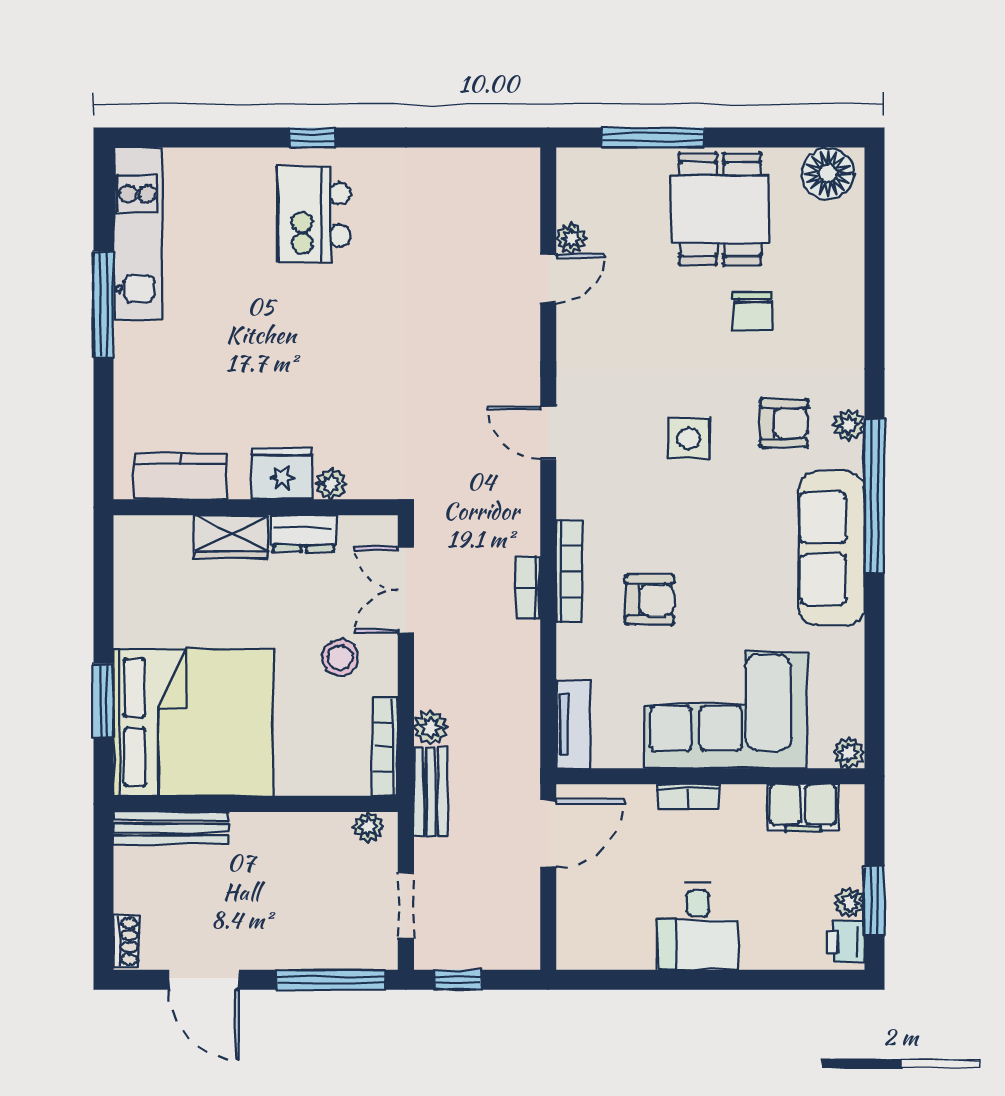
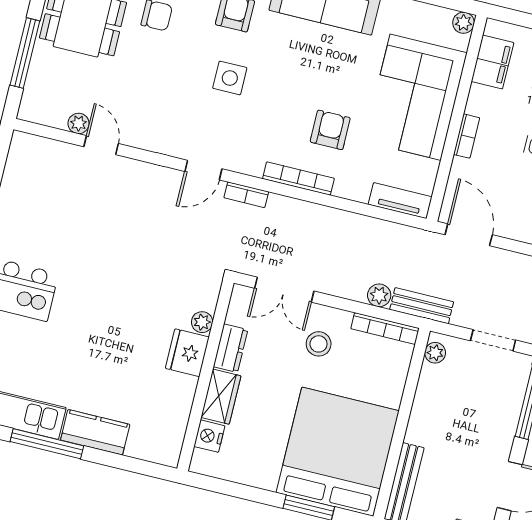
kitchen counter: (180, 476) -> (95, 432), moved, turned 90
nightstand: (171, 534) -> (209, 436), added
bookcase: (528, 588) -> (246, 195), moved

